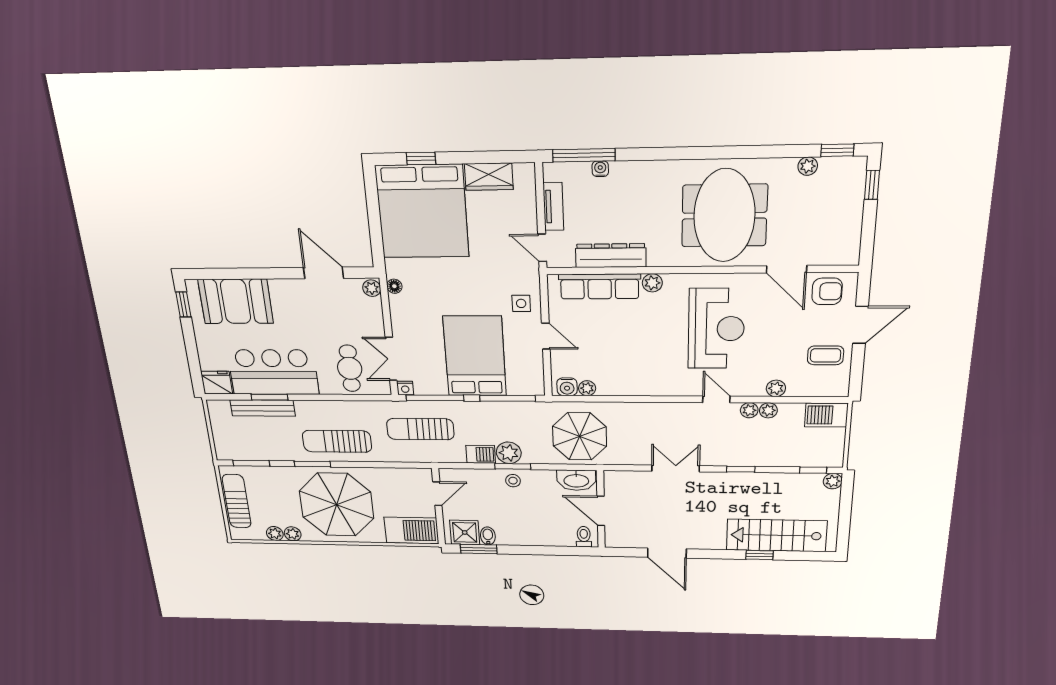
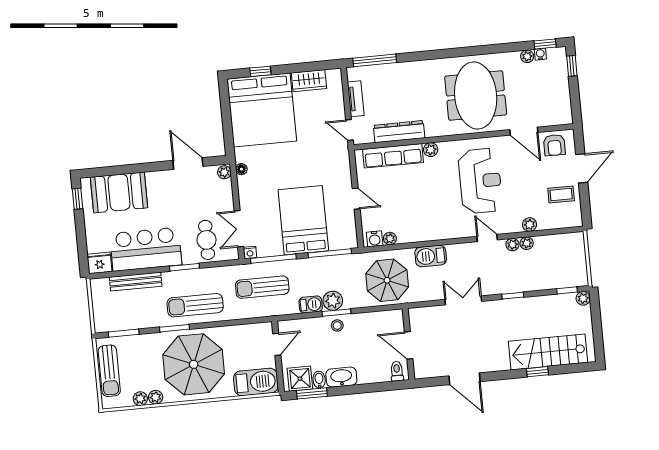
water cooler: (600, 169) -> (540, 54), moved
armchair: (827, 291) -> (554, 145), turned 90
side table: (521, 303) -> (336, 174), removed
window: (269, 397) -> (185, 267), moved
barbecue: (826, 415) -> (431, 256), moved
washbasin: (576, 480) -> (341, 377), moved, turned 180
sun lounger: (237, 501) -> (109, 371), turned 180

